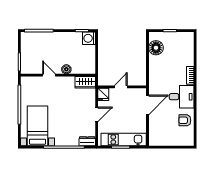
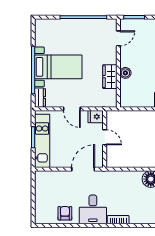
door: (49, 75) -> (118, 38), moved
wardrobe: (85, 82) -> (110, 77), moved
door: (147, 105) -> (83, 169), swing flipped
bed with nightstands: (38, 126) -> (58, 67), moved

